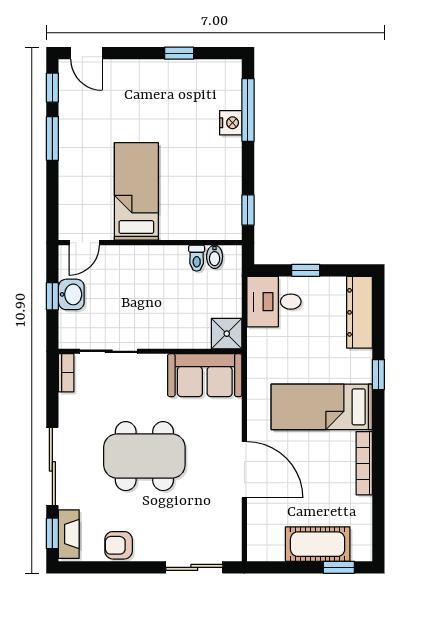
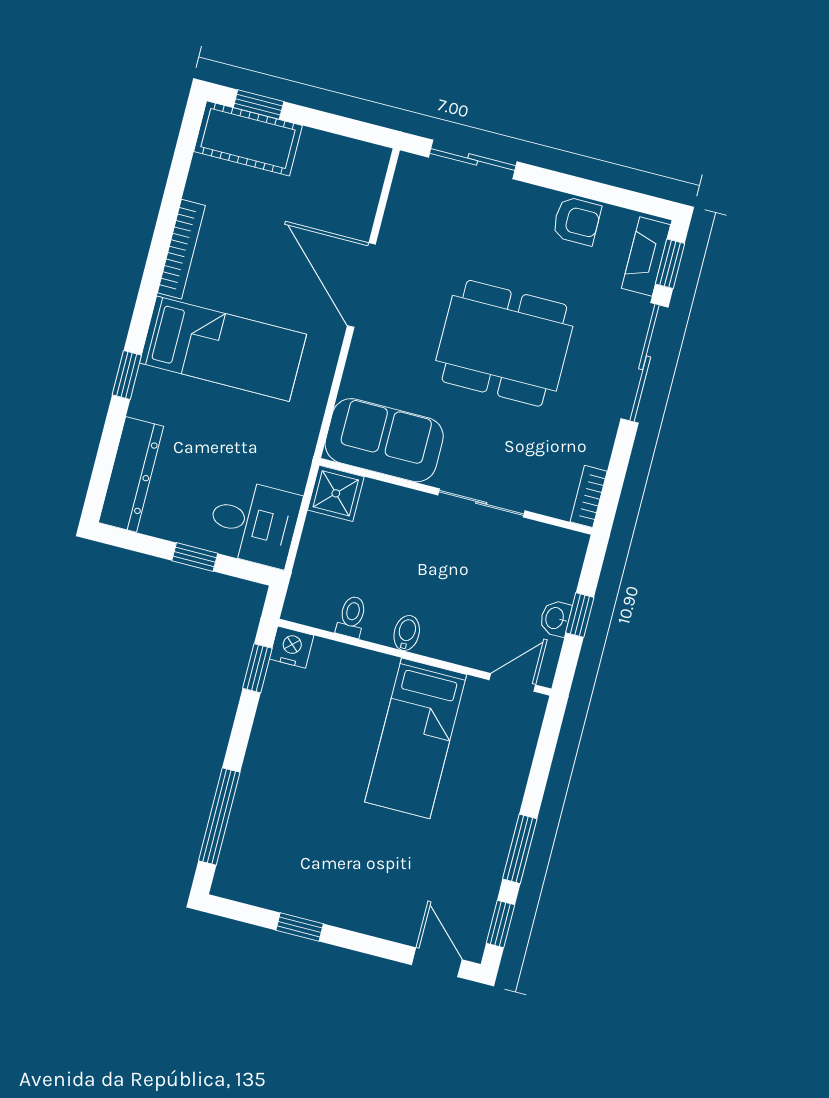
nightstand: (231, 123) -> (292, 647), moved, turned 90
bidet: (215, 257) -> (407, 633), moved
washbasin: (71, 294) -> (555, 618), width x0.72, depth x0.69
sliding door: (109, 351) -> (481, 503), moved
cot: (318, 544) -> (248, 138), moved

